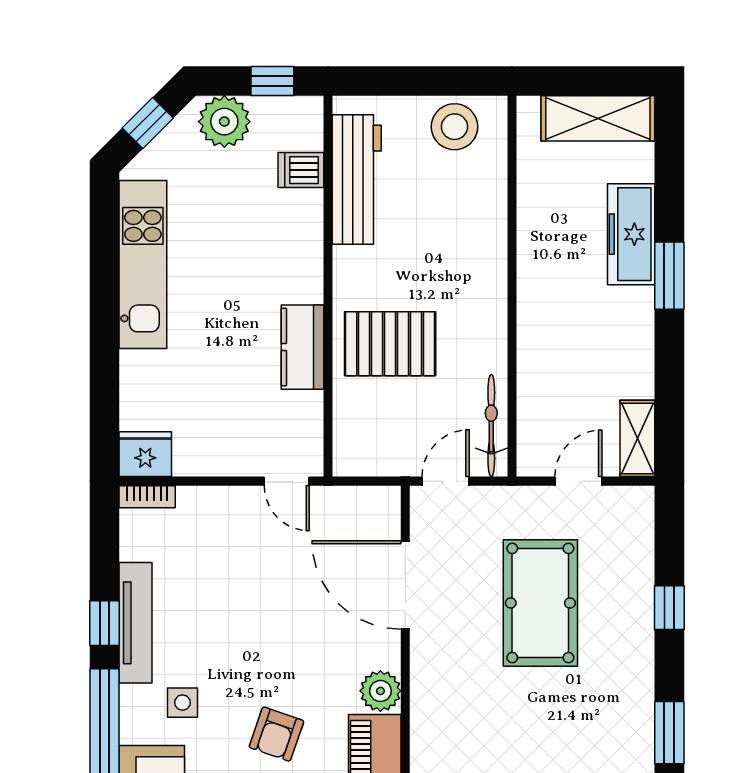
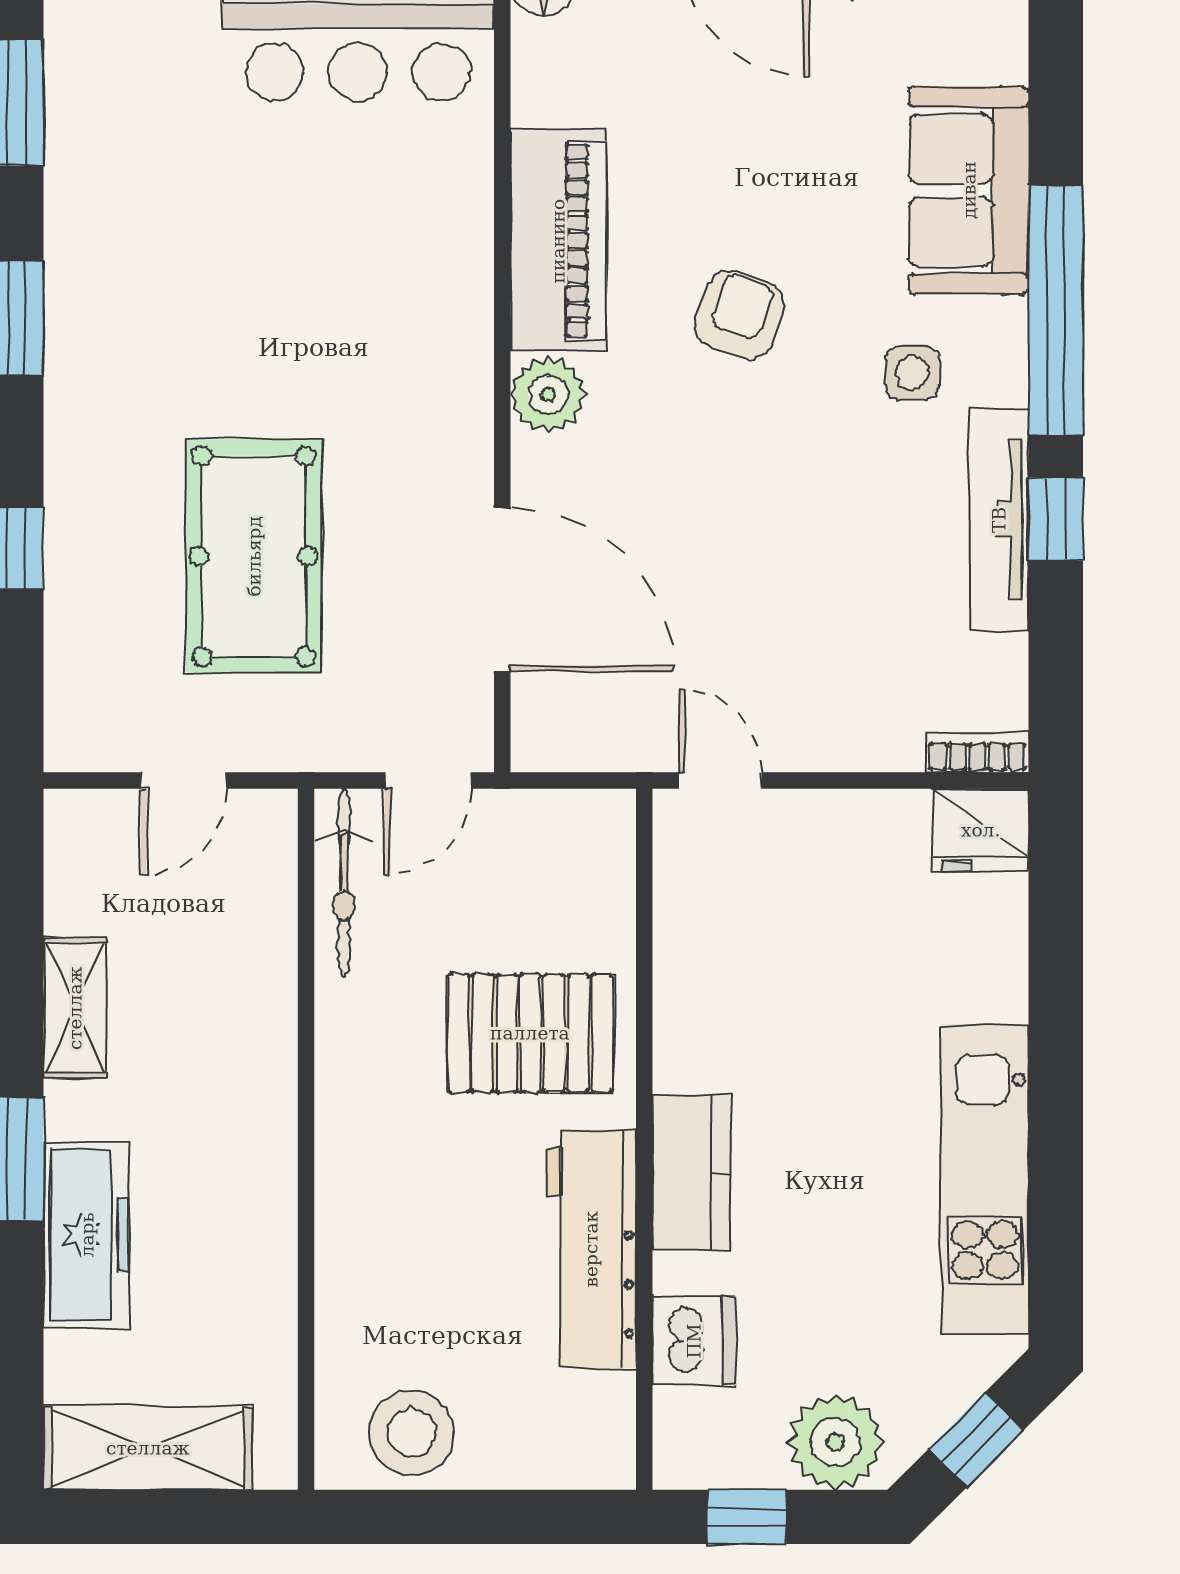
dishwasher: (301, 170) -> (694, 1341), width x1.38
workbench: (357, 180) -> (591, 1249), moved
kitchen counter: (303, 347) -> (691, 1172), moved
shelving: (637, 438) -> (75, 1008), moved

